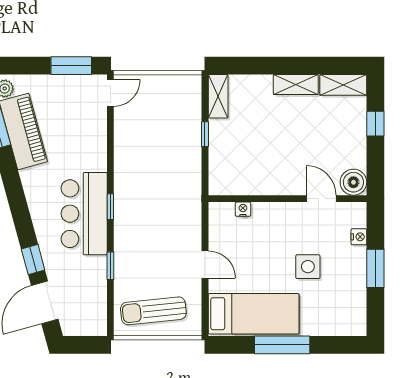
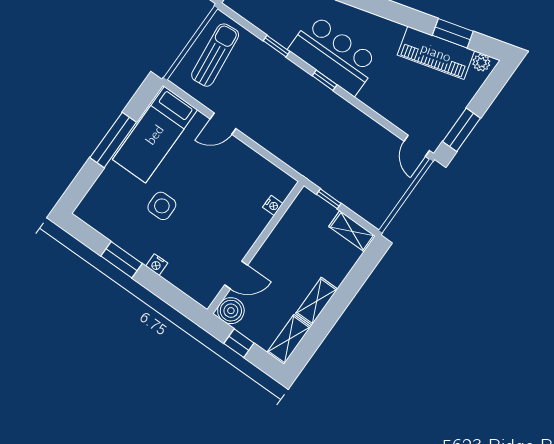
boiler: (353, 182) -> (231, 311), moved
wall: (287, 199) -> (256, 248), moved
door: (321, 199) -> (236, 275), moved
nightstand: (243, 209) -> (273, 205), moved

